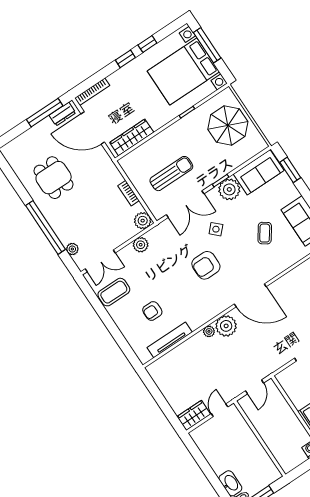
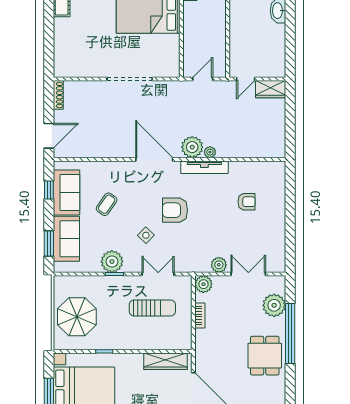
sofa: (259, 172) -> (66, 239), moved, turned 90
sun lounger: (171, 174) -> (152, 308), turned 180
dining table: (54, 178) -> (265, 356), moved
double door: (185, 204) -> (158, 274), width x0.73
plant: (72, 249) -> (274, 305), width x1.88, depth x1.88
double door: (100, 261) -> (248, 274), moved
armchair: (206, 265) -> (175, 210), turned 180
coffee table: (114, 292) -> (269, 240), removed
tv unit: (170, 340) -> (204, 167), moved

